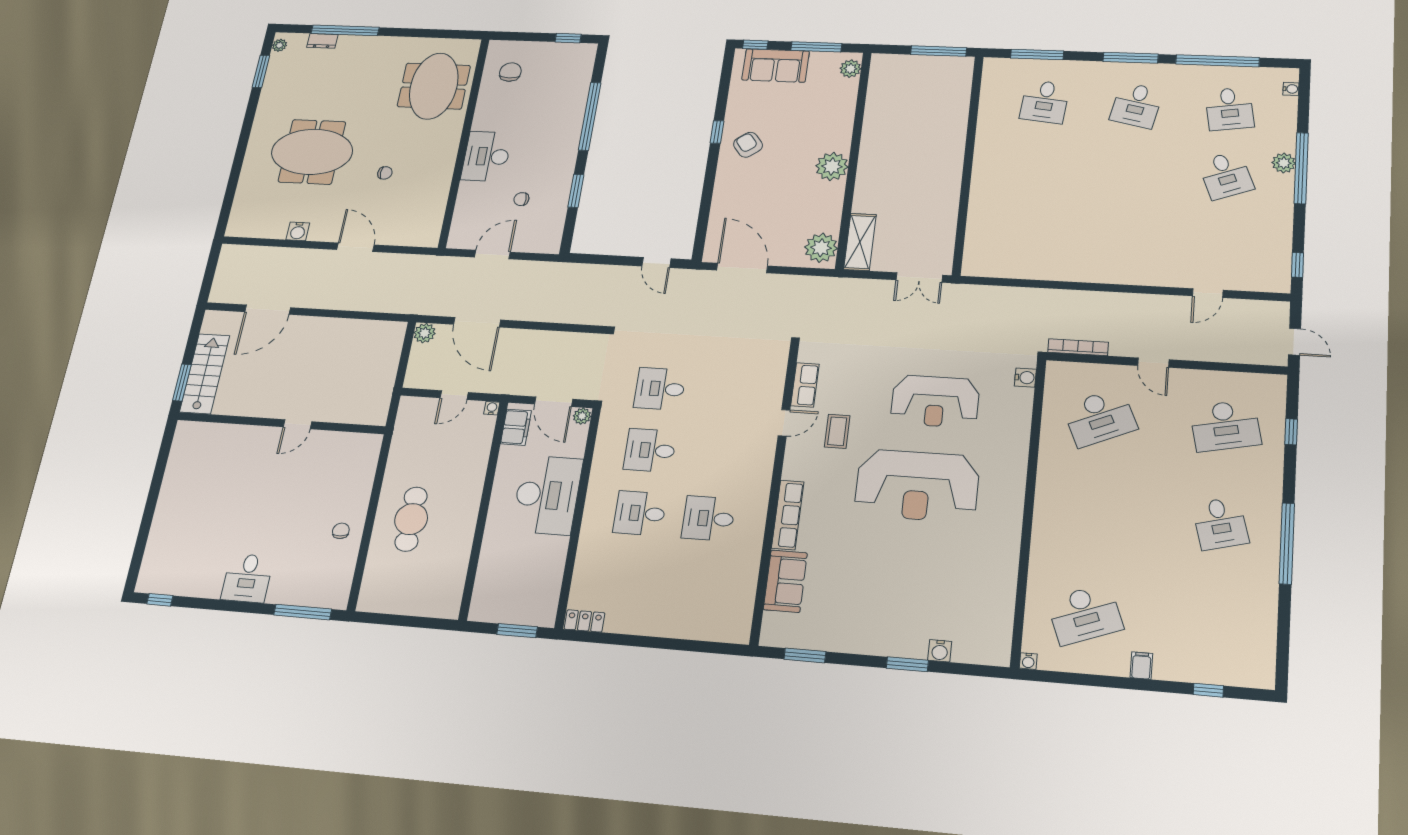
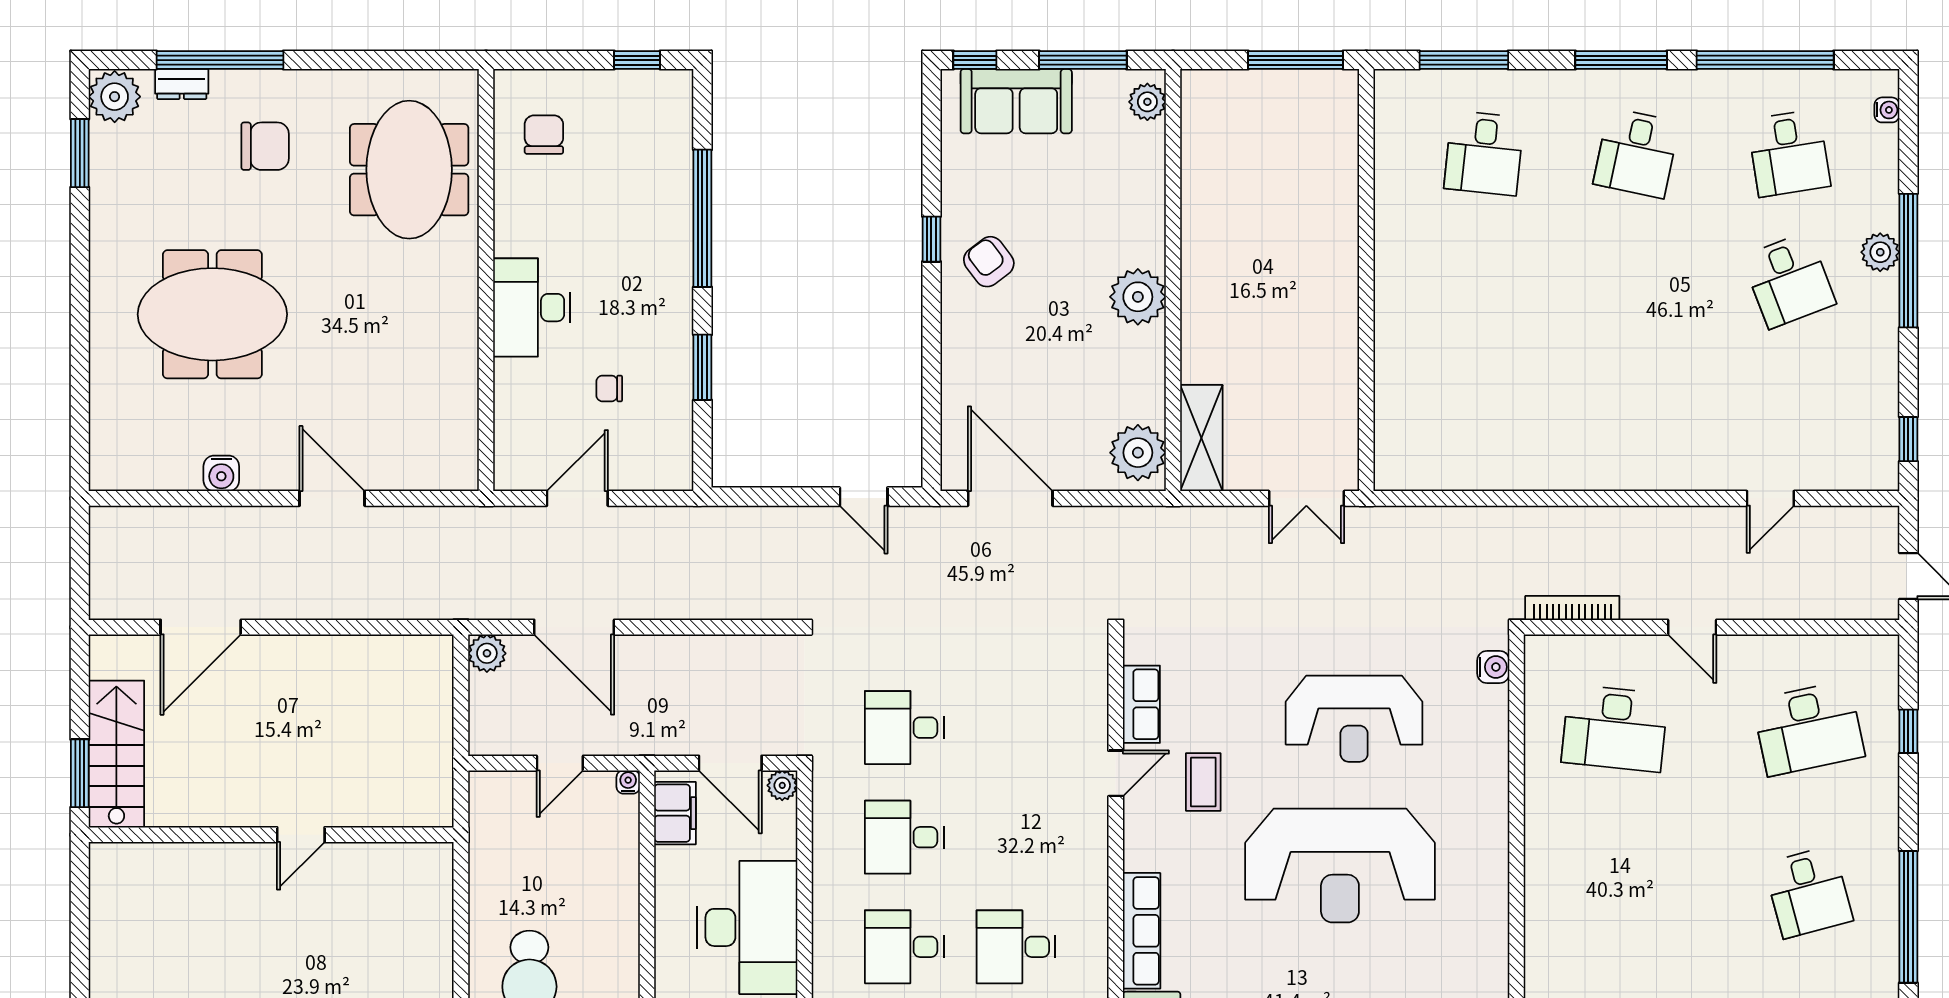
plant: (280, 45) -> (115, 97), width x1.88, depth x1.88
chair: (385, 173) -> (265, 146), moved, width x1.87, depth x1.87
desk: (1100, 417) -> (1615, 728), turned 30

